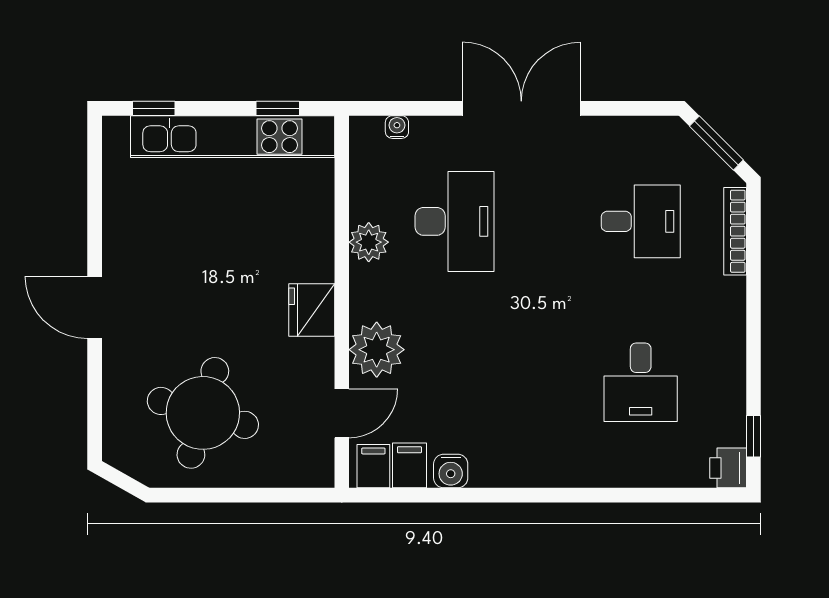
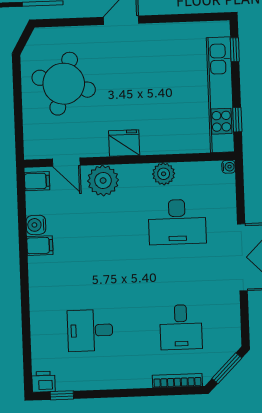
water cooler: (397, 127) -> (228, 167), moved
filing cabinet: (409, 465) -> (40, 246), moved

